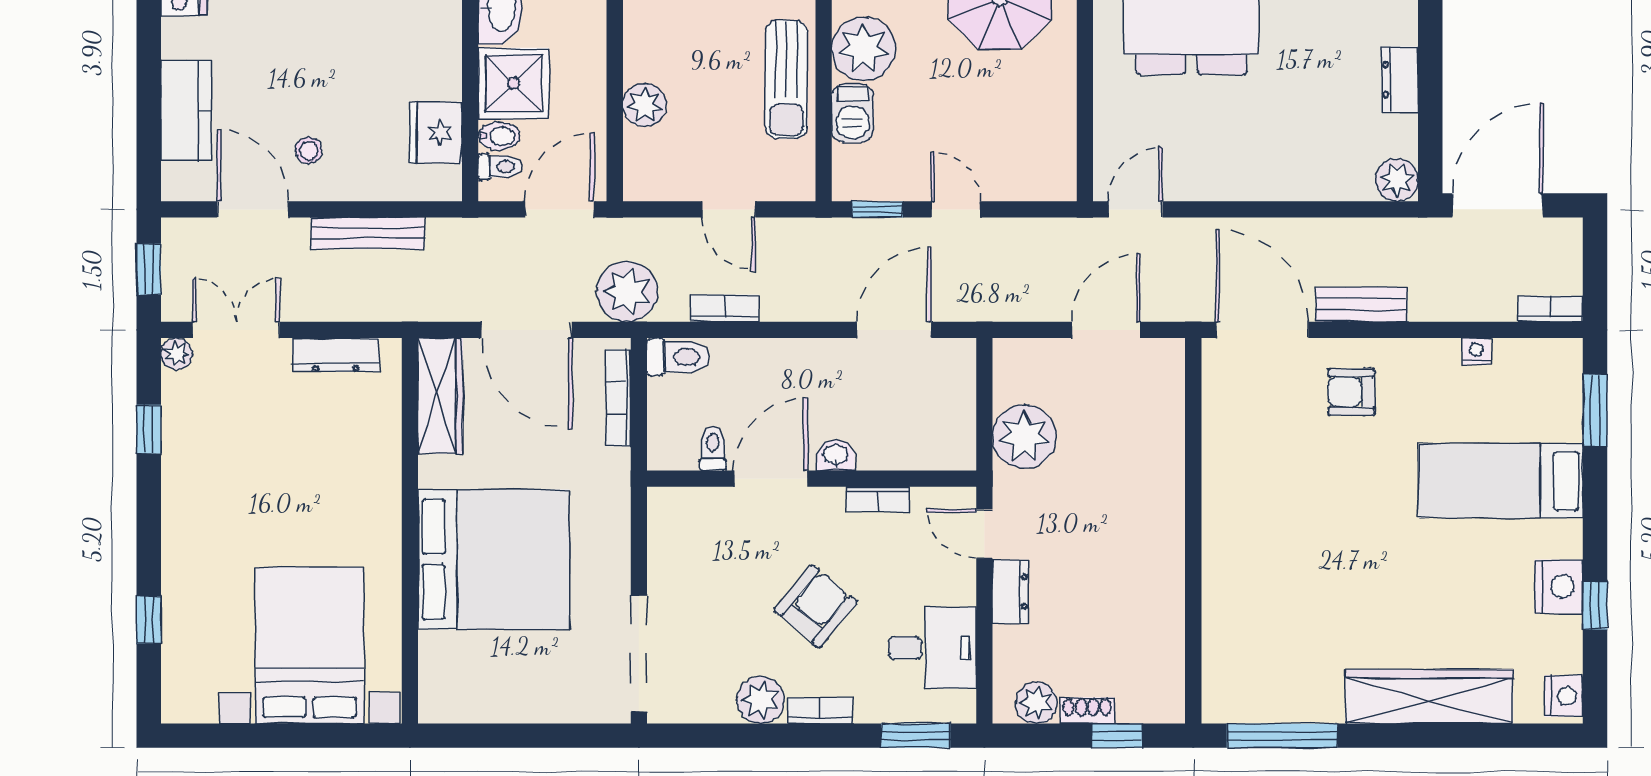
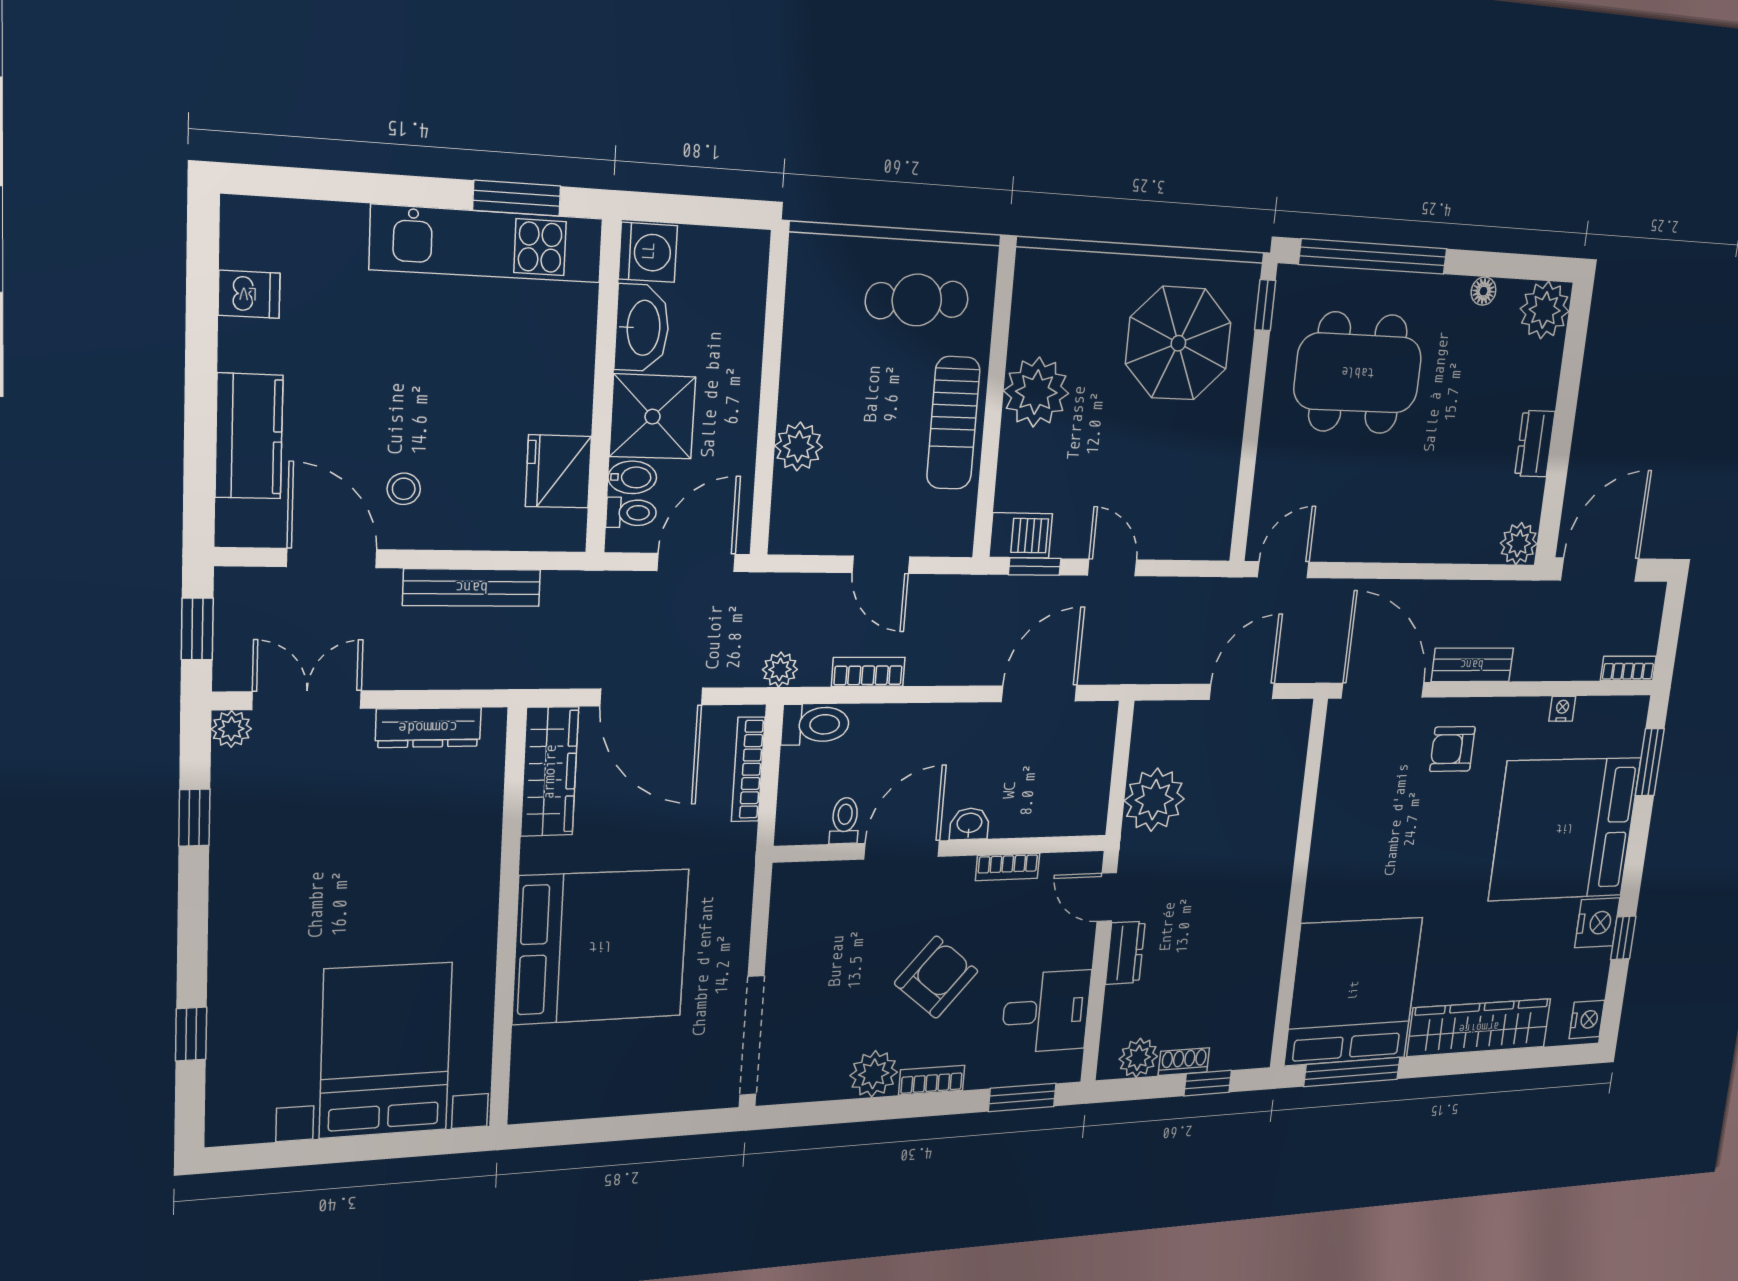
barbecue: (853, 113) -> (1021, 535), moved, turned -90
plant: (627, 292) -> (780, 670), width x0.53, depth x0.53
bed: (1501, 481) -> (1565, 829), width x2.04
bed: (1272, 647) -> (1353, 991), added

